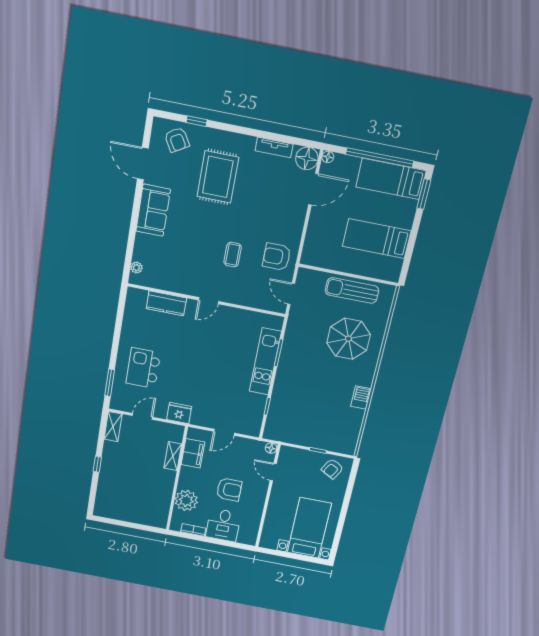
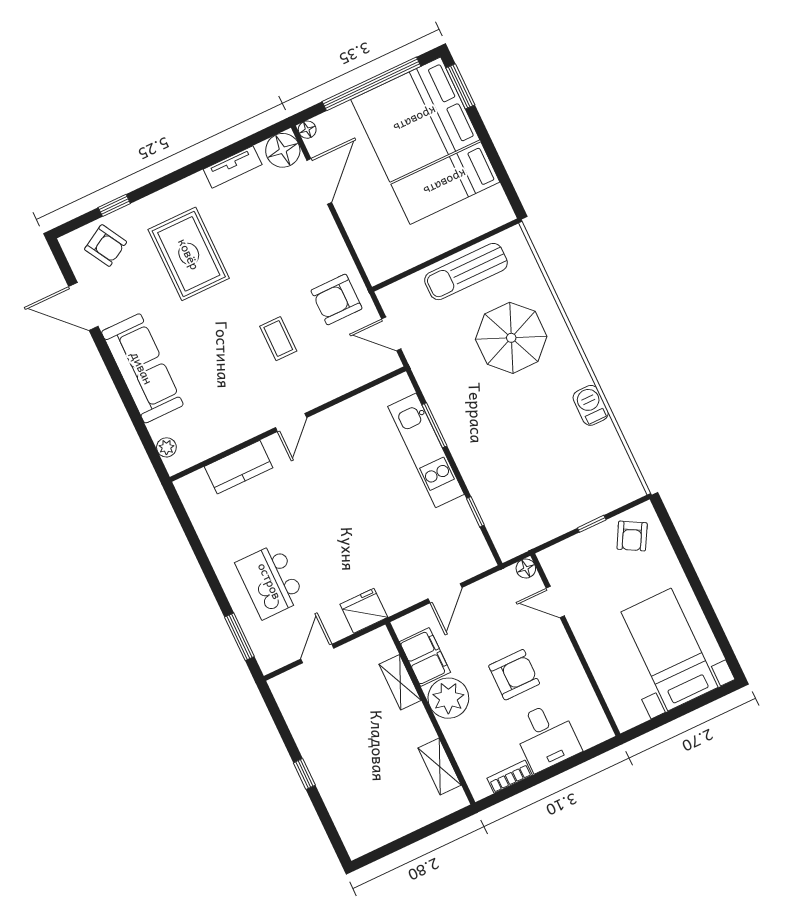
bed: (391, 179) -> (415, 120), width x2.04
sofa: (153, 210) -> (142, 368), width x1.36
shelving: (113, 427) -> (440, 766), moved
plant: (186, 500) -> (448, 698), moved

